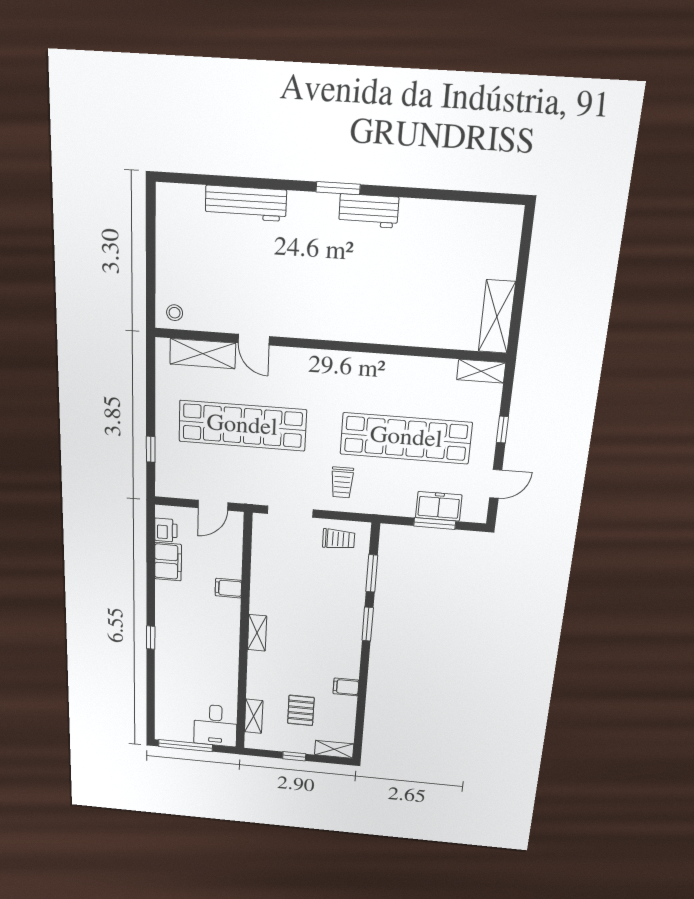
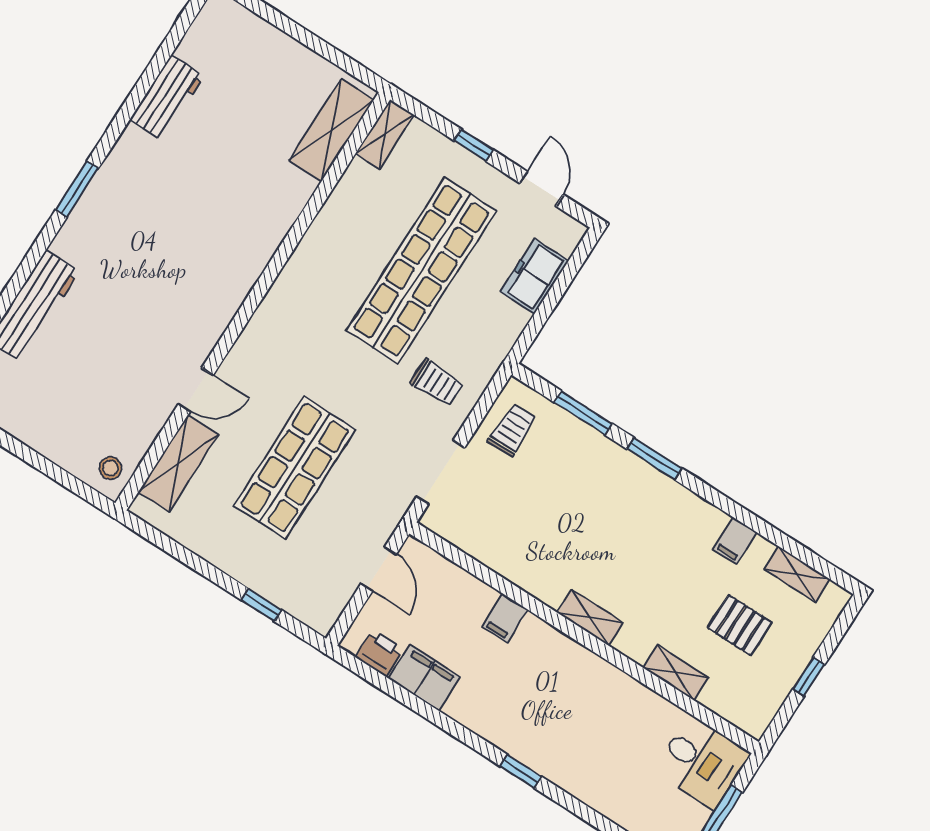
workbench: (369, 211) -> (167, 98), moved
shelving: (497, 317) -> (332, 130), moved, turned 90
shop shelf: (242, 426) -> (295, 468), width x0.71
window: (435, 524) -> (555, 294), removed
shelving: (254, 716) -> (676, 673), moved
shelving: (334, 749) -> (797, 574), moved, turned 90

